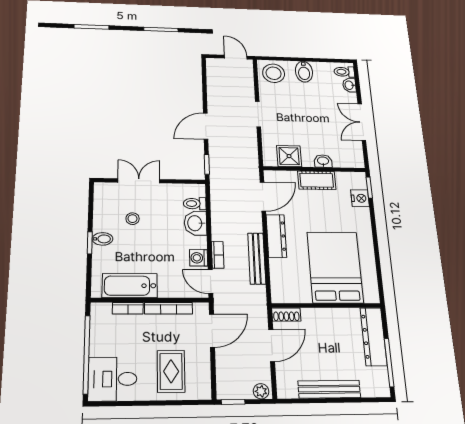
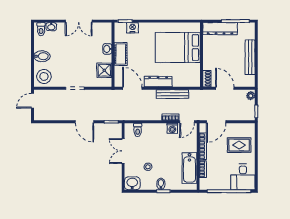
double door: (139, 181) -> (123, 151), moved
washbasin: (195, 223) -> (132, 183), moved, turned 180
door: (212, 331) -> (216, 122), swing flipped

